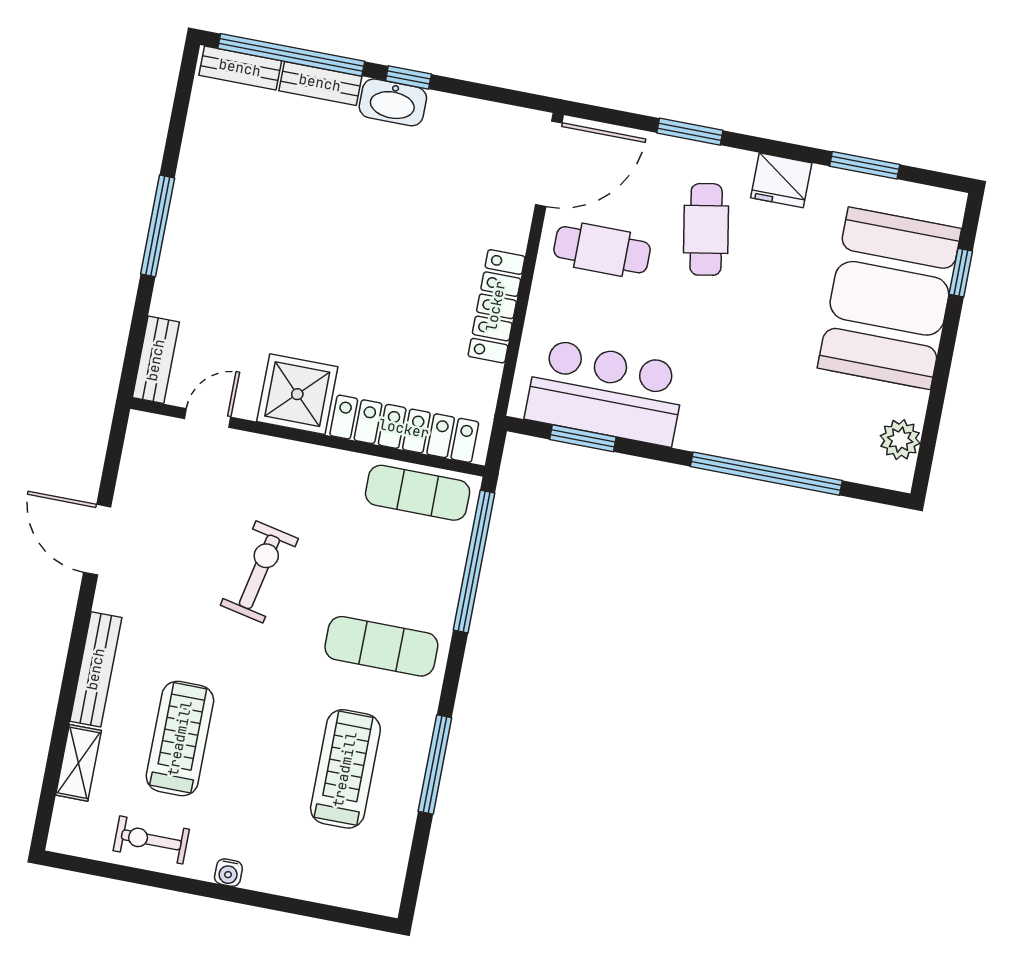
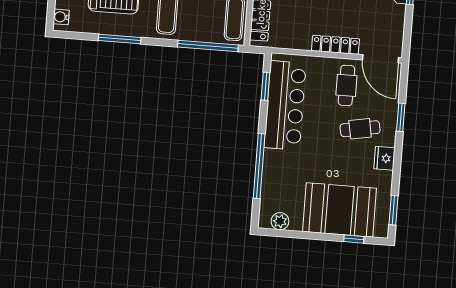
window: (865, 165) -> (393, 210), moved
locker: (496, 306) -> (335, 45), moved
bar counter: (606, 392) -> (285, 105), width x1.36
water cooler: (368, 895) -> (61, 17), added

